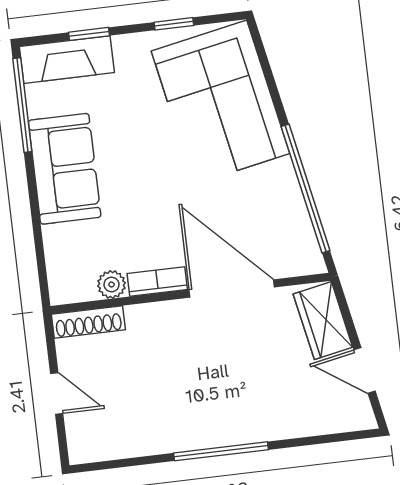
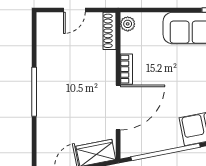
plant: (112, 285) -> (128, 24), moved

